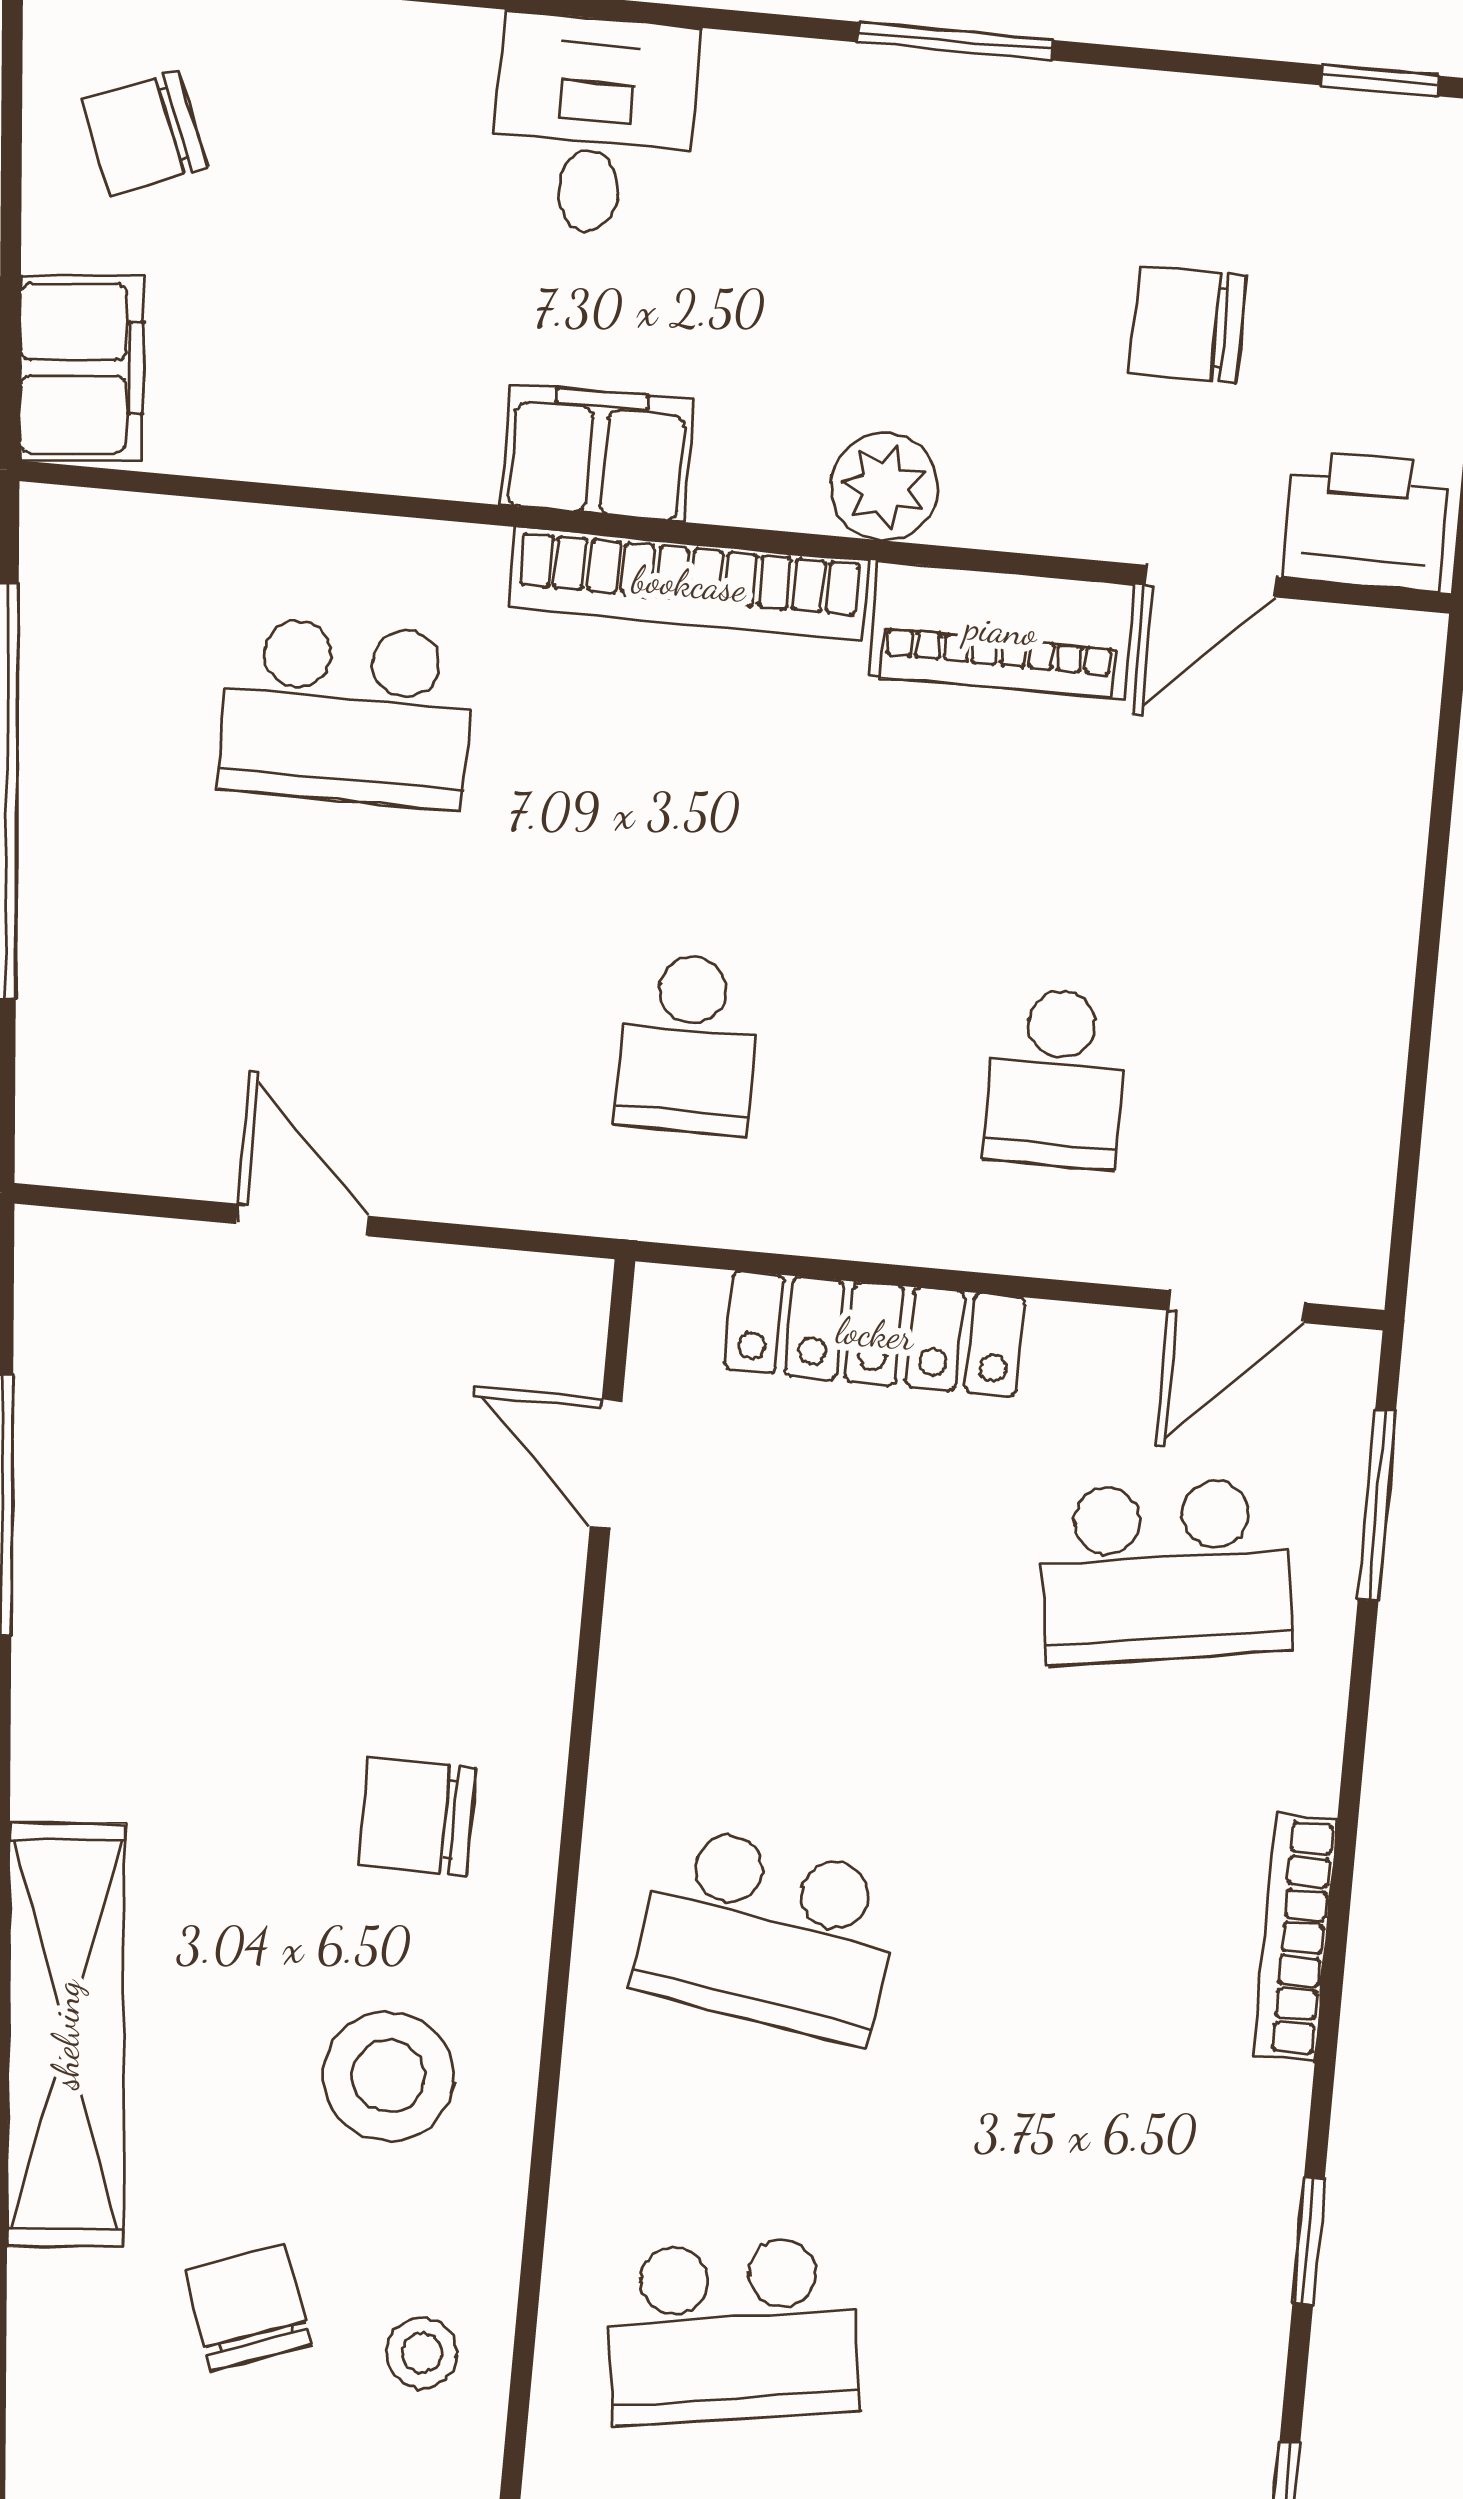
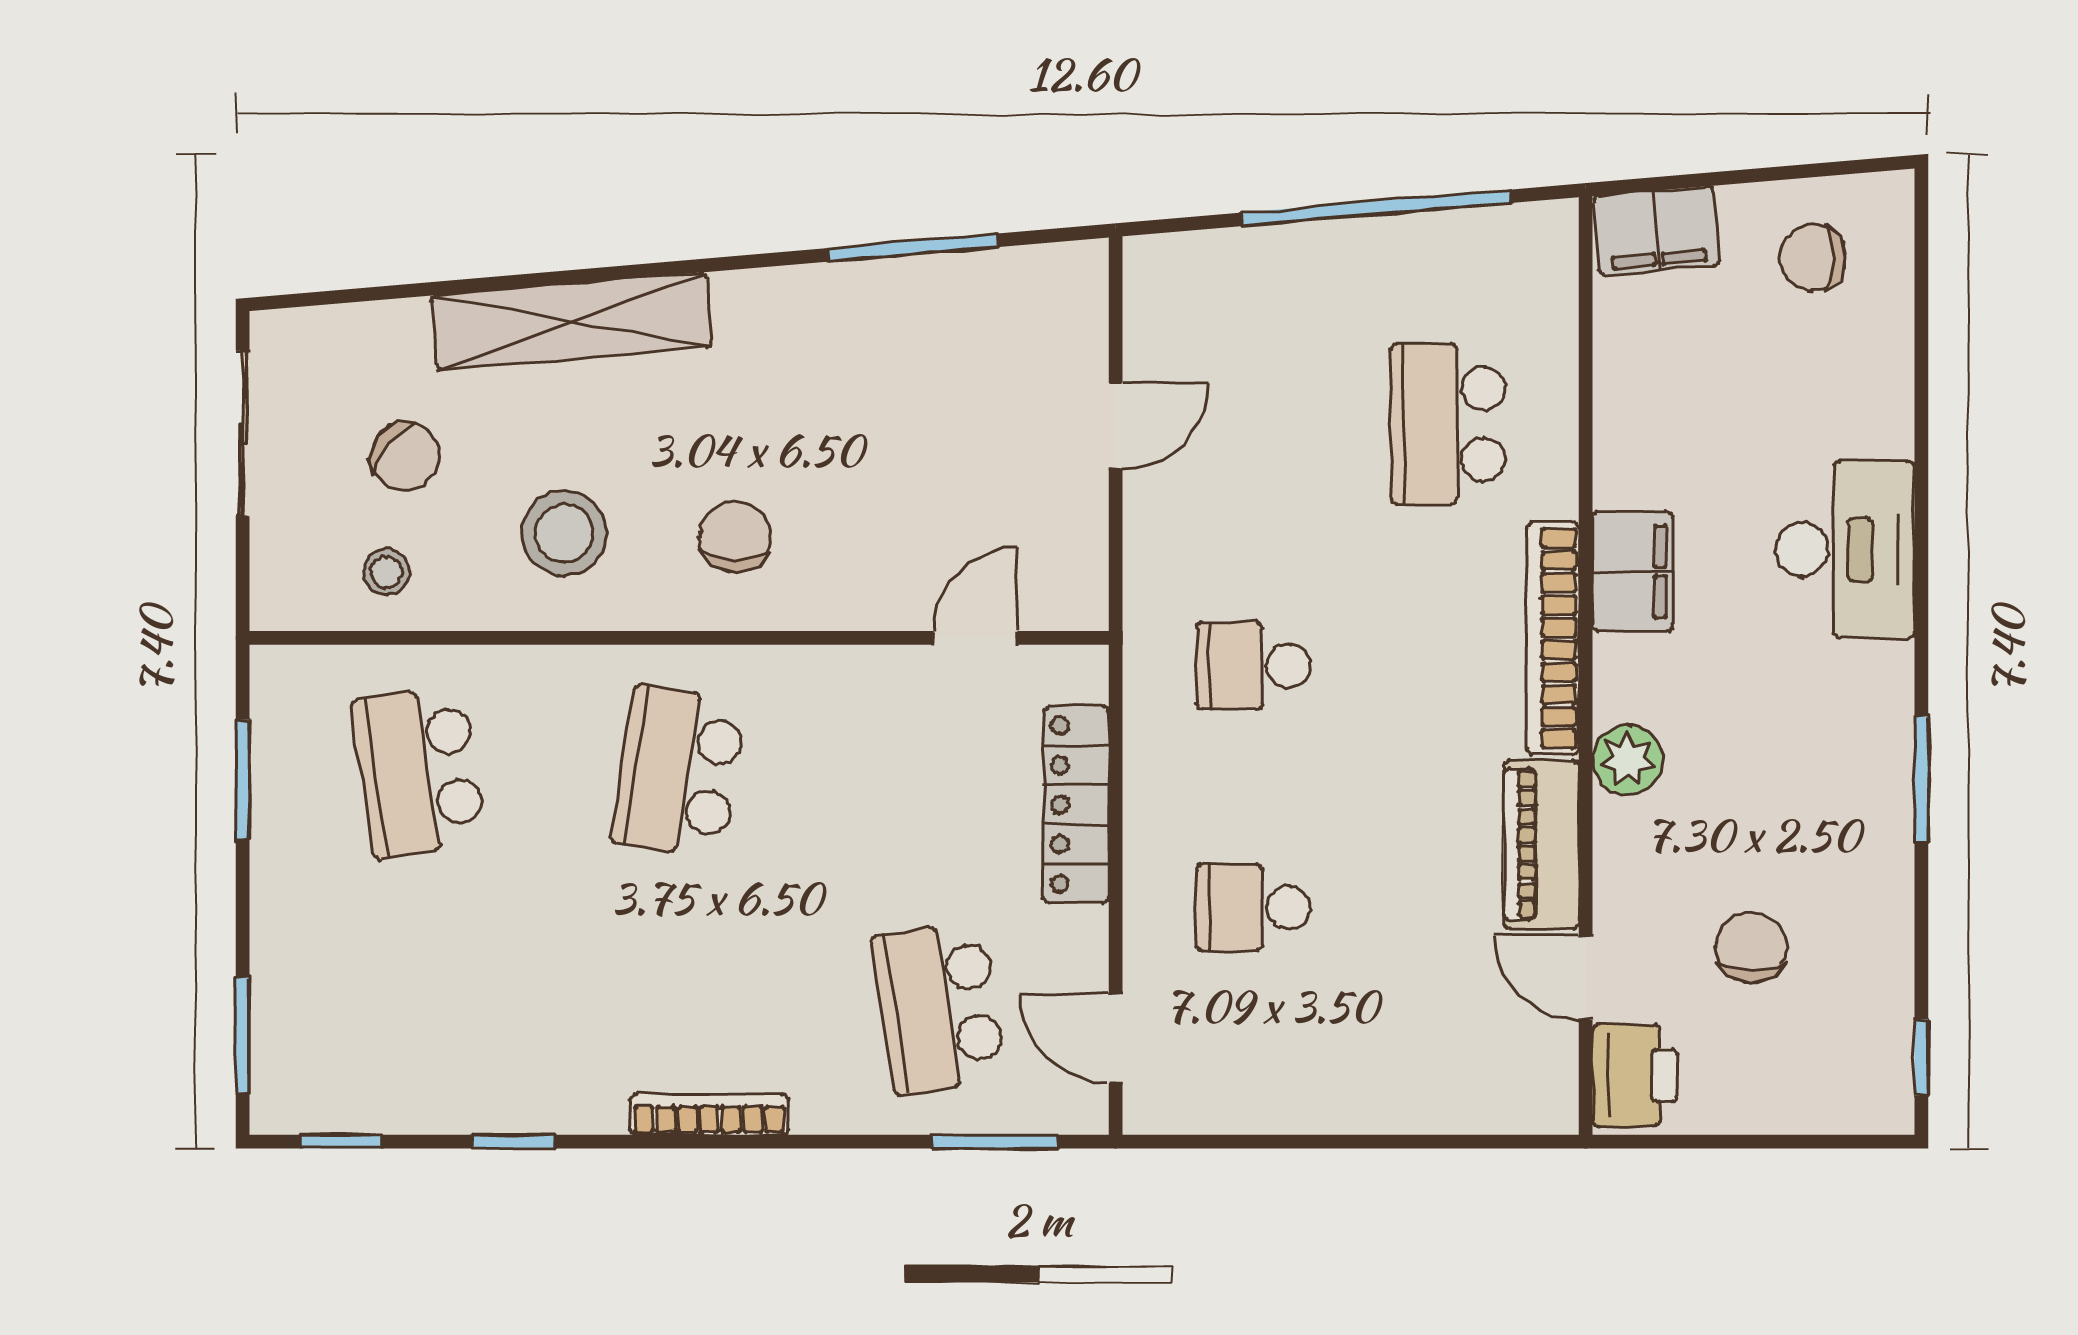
desk: (594, 125) -> (1845, 549), width x1.37
chair: (145, 133) -> (1813, 258), turned -68
chair: (248, 2308) -> (405, 456), turned 58

